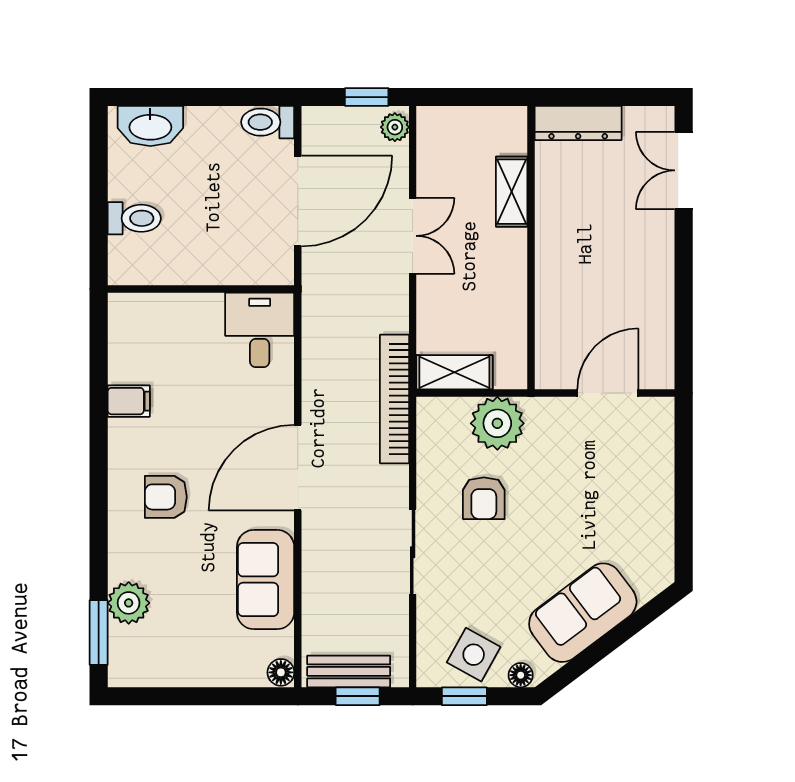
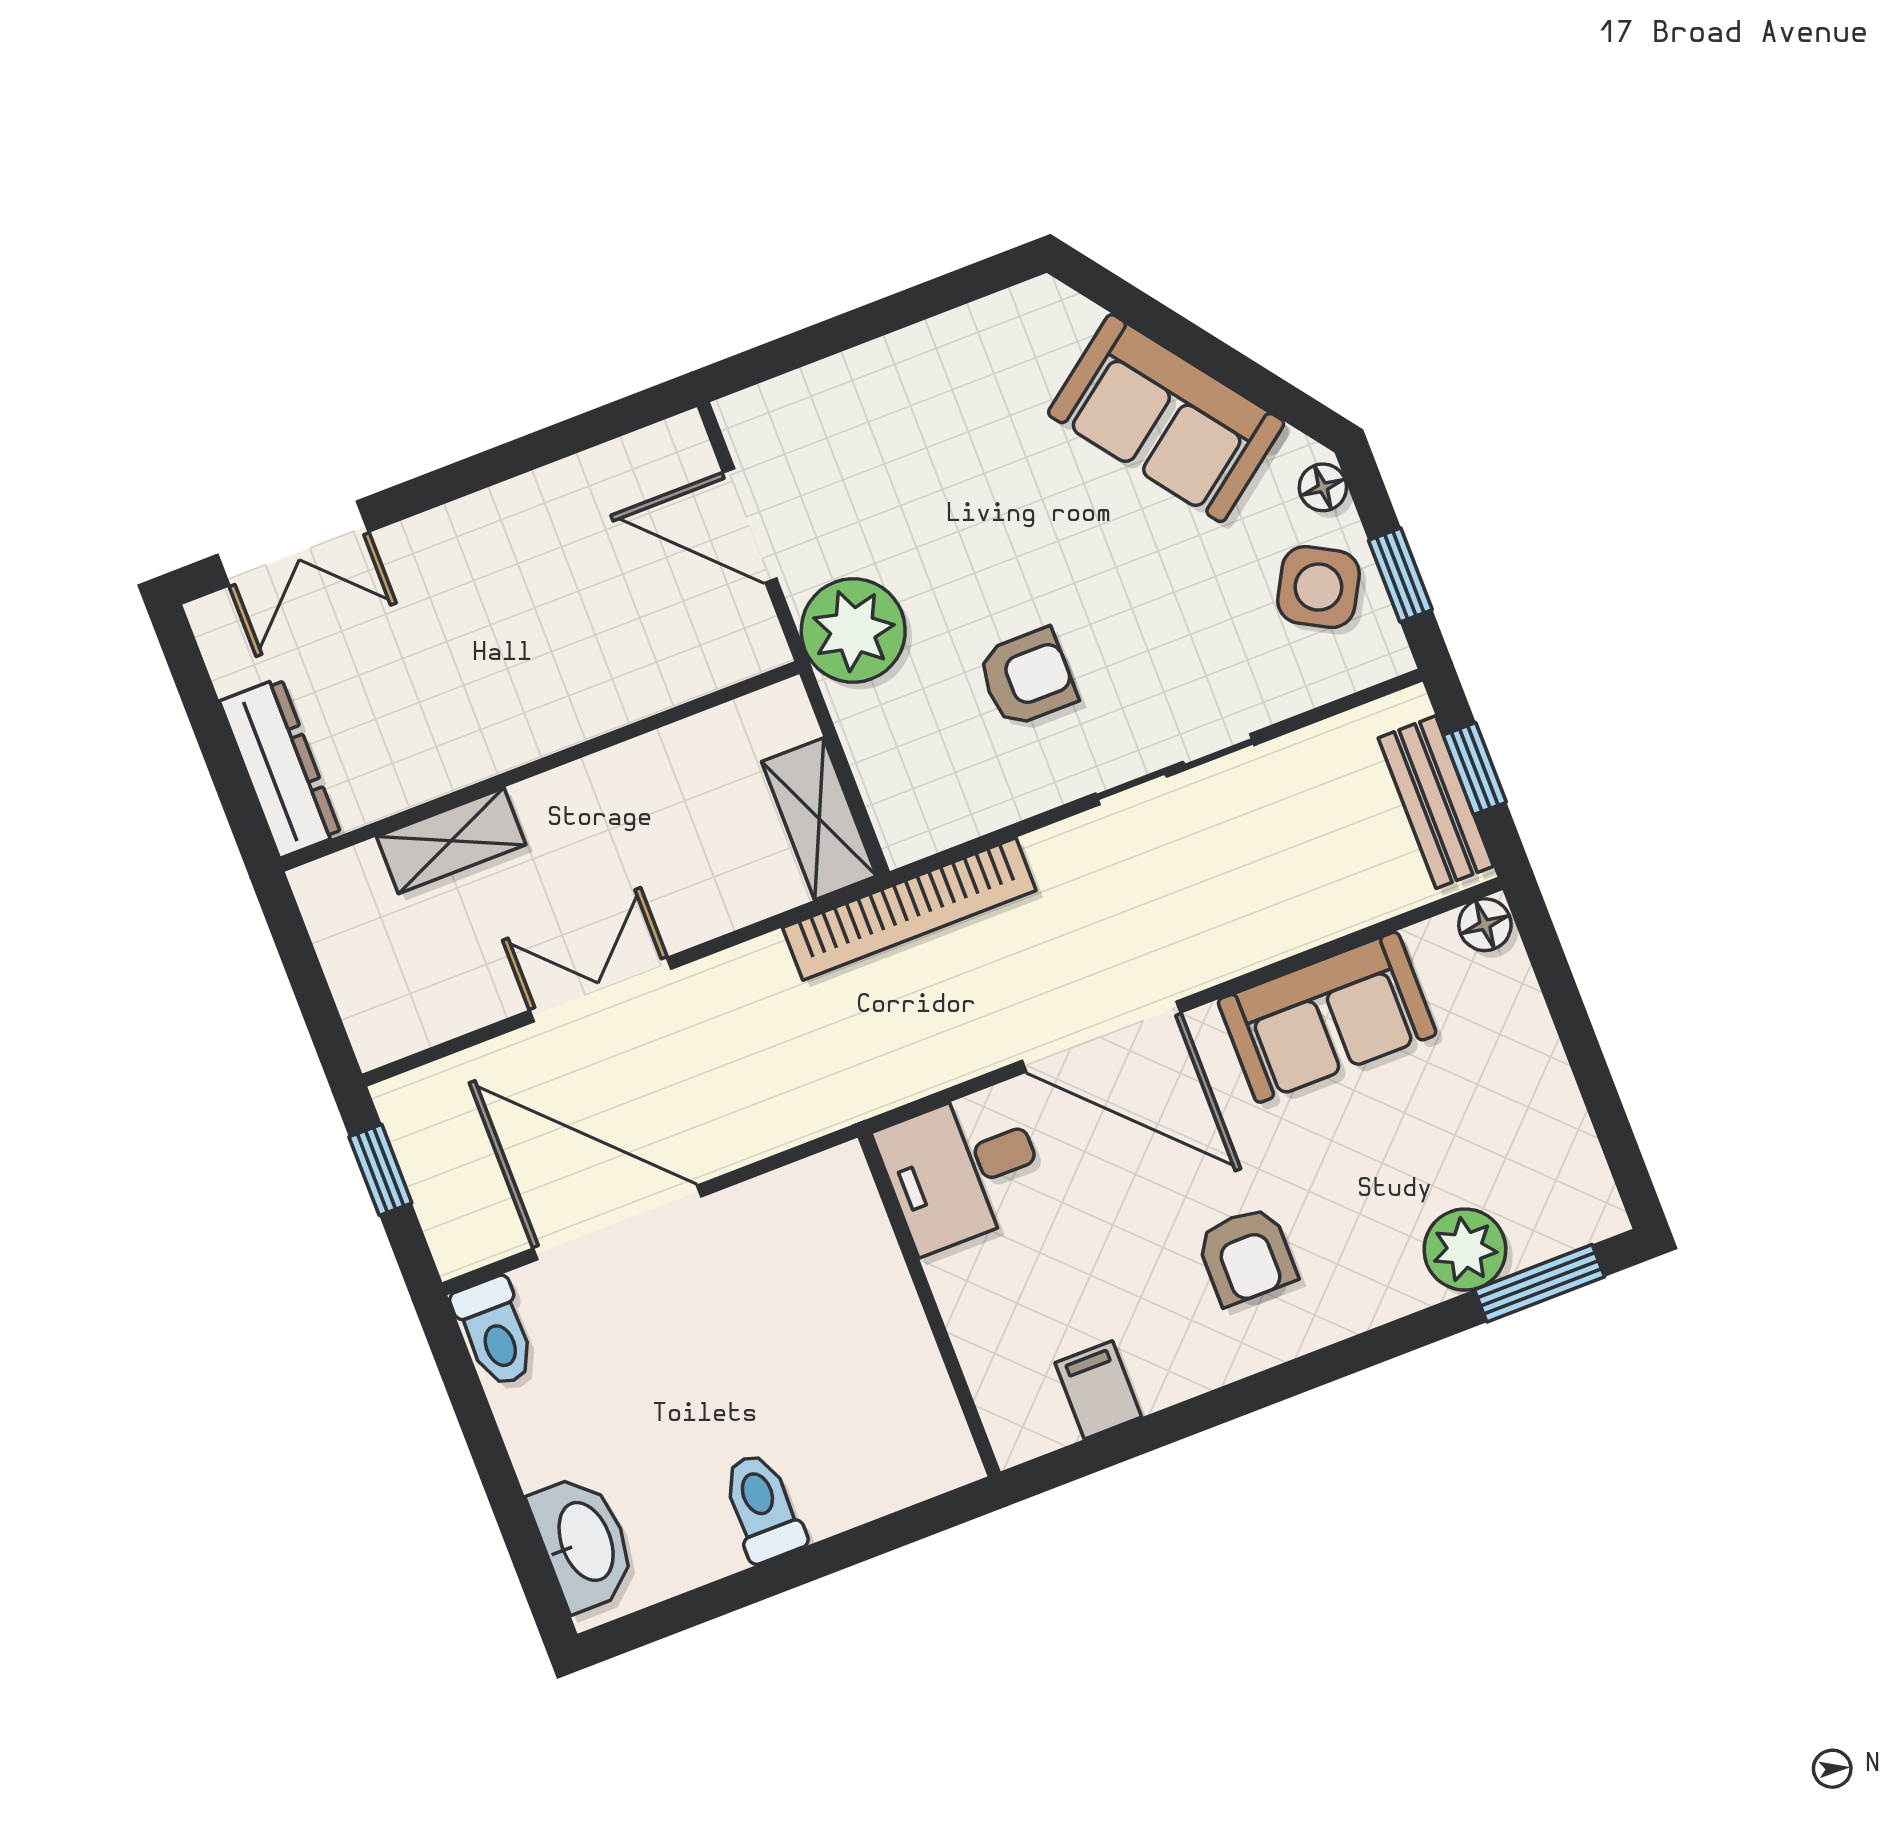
plant: (395, 127) -> (416, 1098), removed
wall: (201, 289) -> (929, 1304), moved
desk: (260, 330) -> (963, 1169), moved
plant: (497, 423) -> (853, 630), moved

